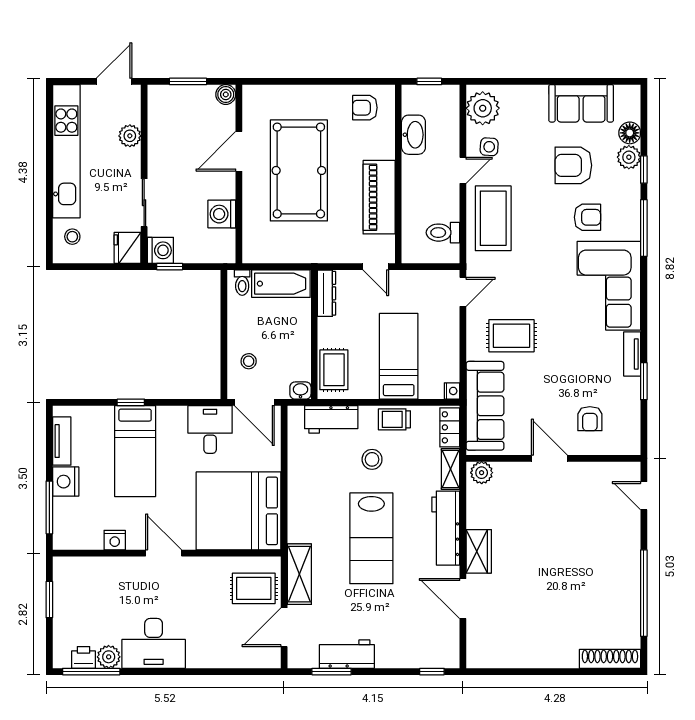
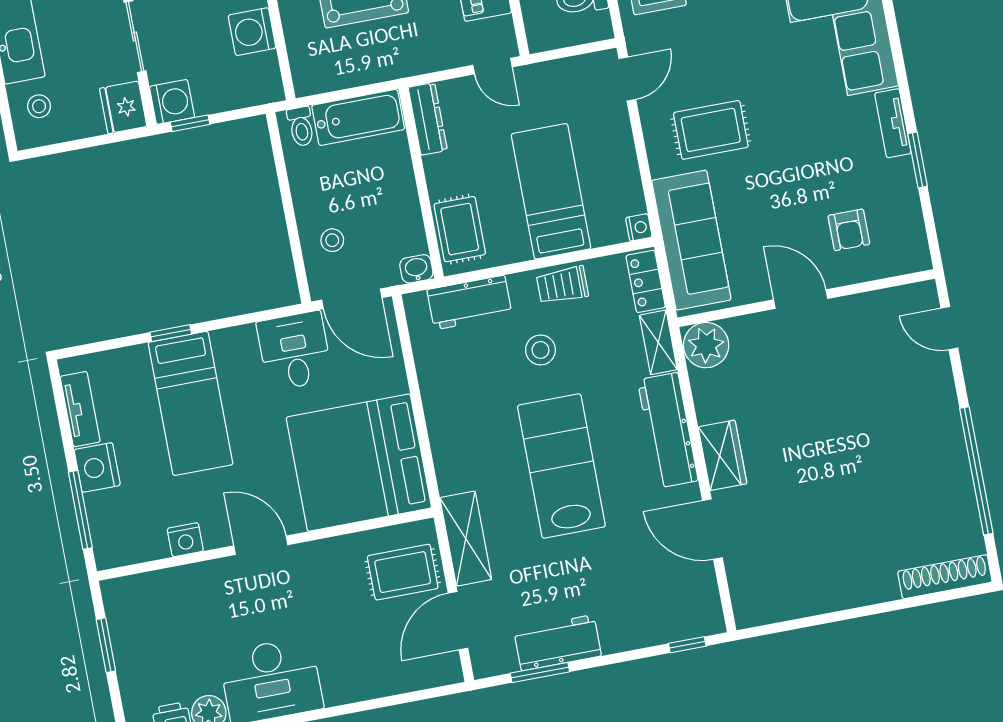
plant: (482, 473) -> (706, 345), width x1.36, depth x1.36
lab bench: (371, 538) -> (561, 466), turned 180

